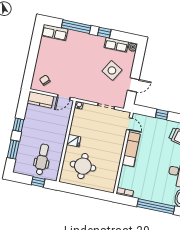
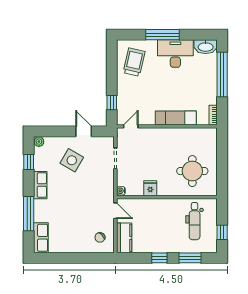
window: (104, 33) -> (29, 162), moved
row of seats: (116, 45) -> (40, 185), moved
window: (162, 115) -> (112, 103), moved
fridge: (74, 141) -> (150, 188), moved
exam couch: (131, 149) -> (176, 118), moved
dental chair: (42, 159) -> (195, 221), turned -90
window: (38, 182) -> (222, 232), moved

